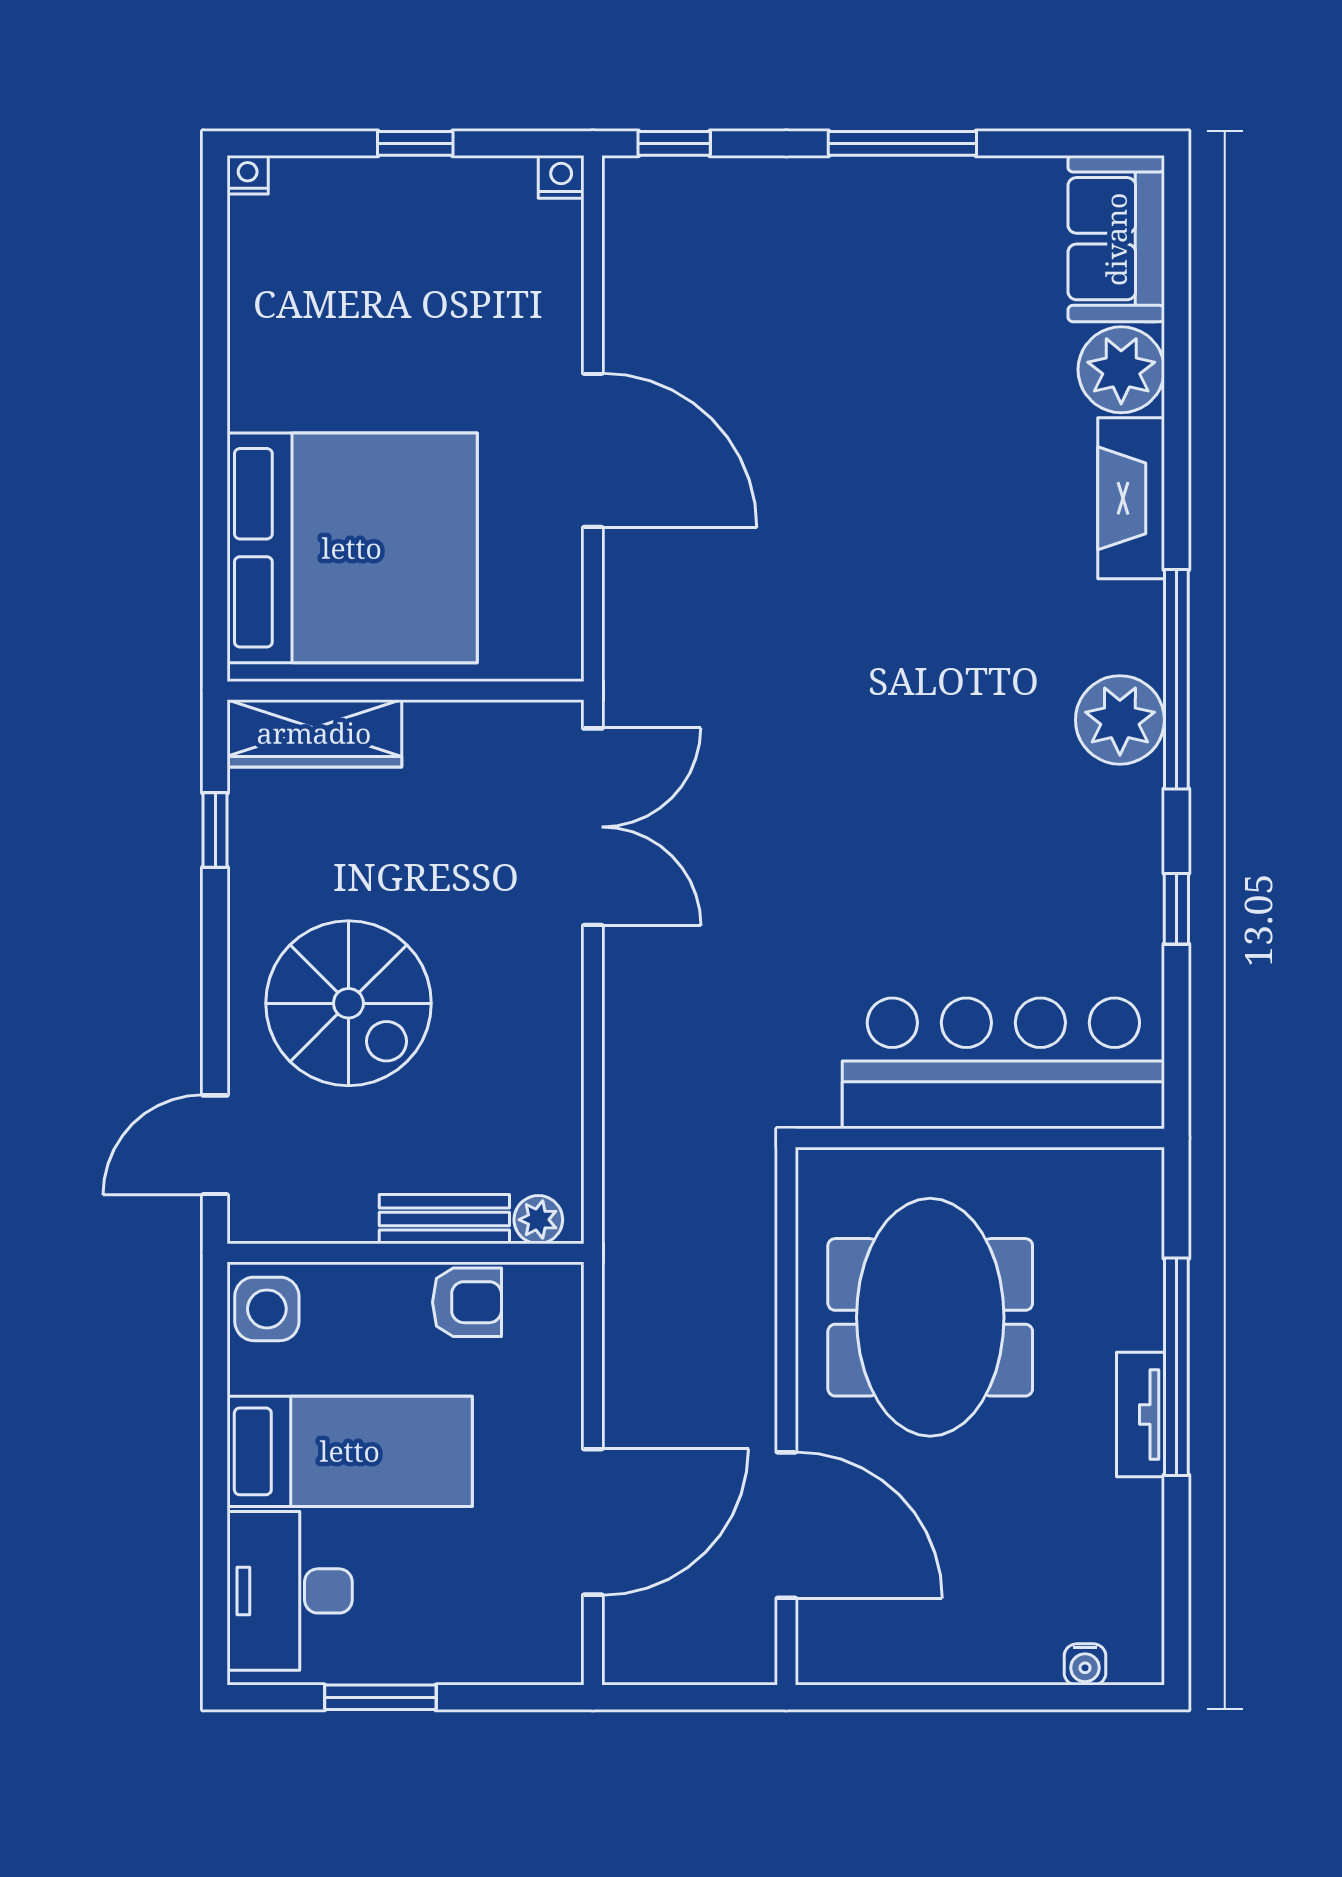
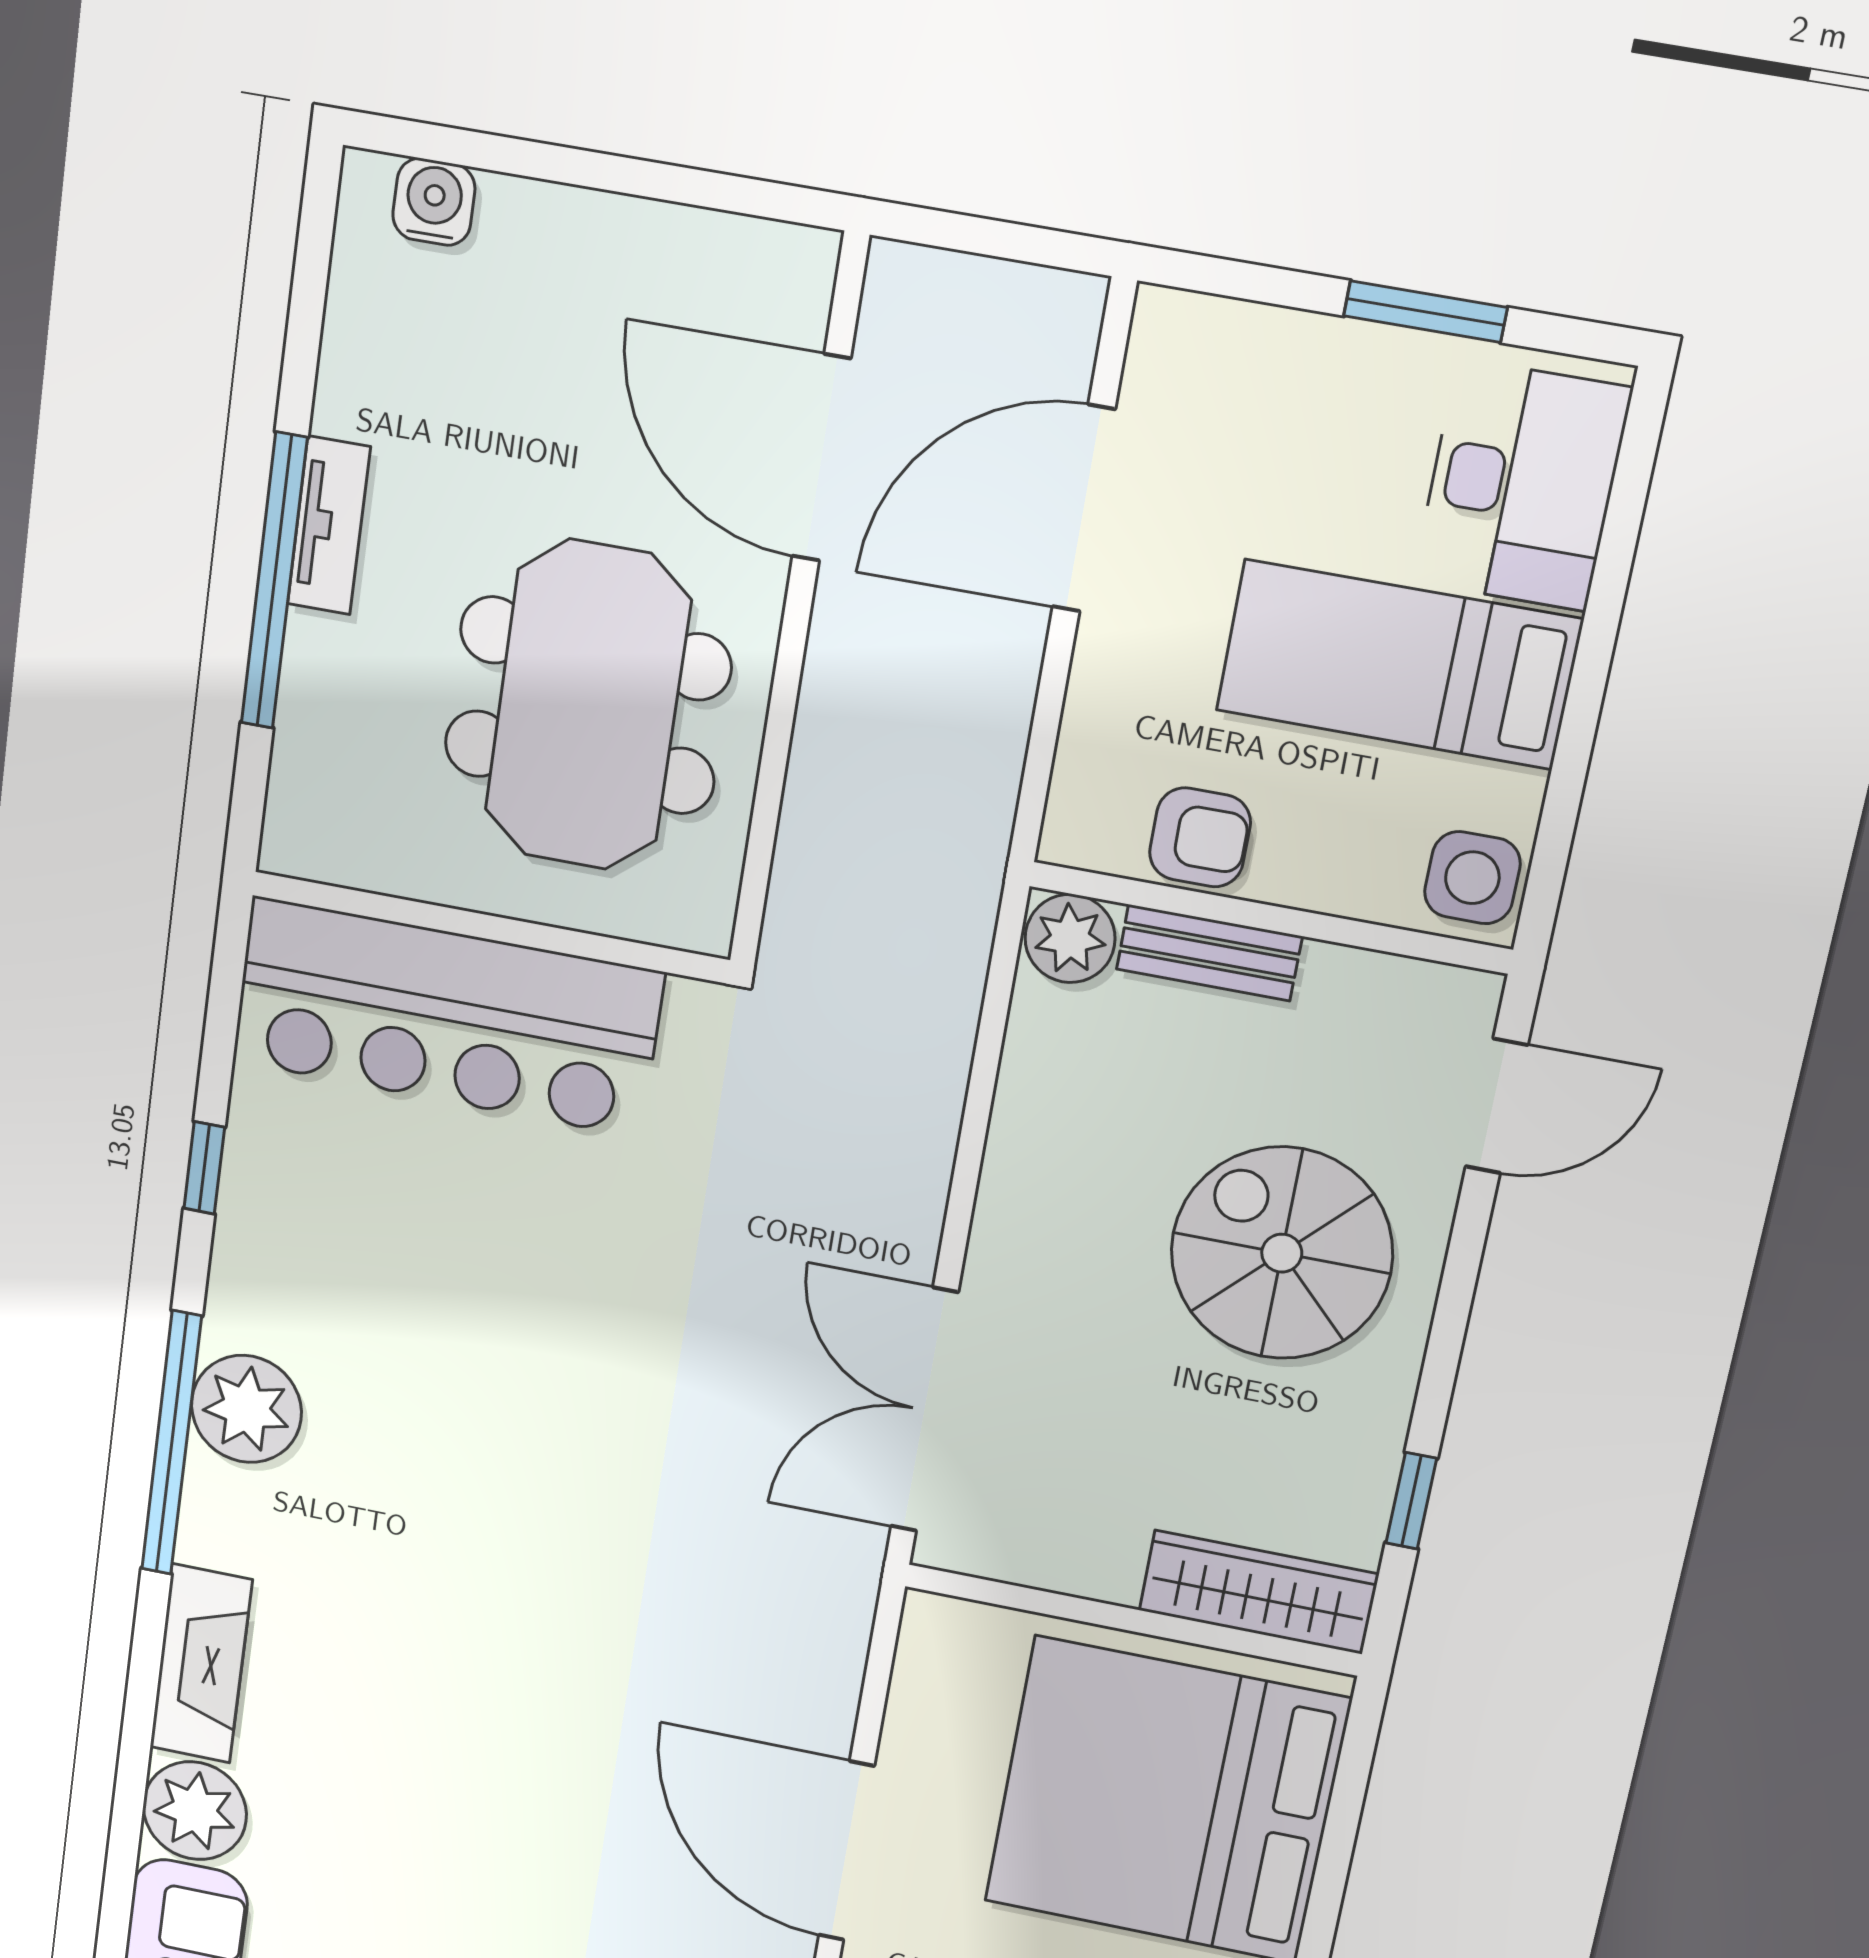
plant: (538, 1220) -> (1070, 938), width x1.38, depth x1.38
armchair: (467, 1302) -> (1200, 837), turned 180
water cooler: (1085, 1664) -> (434, 202), width x1.38, depth x1.38

